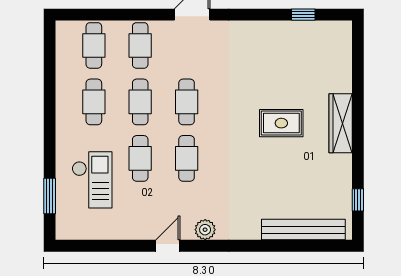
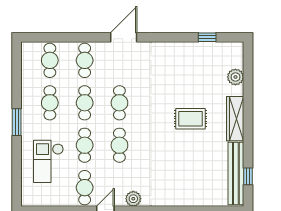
plant: (341, 68) -> (235, 77), added
checkout: (92, 180) -> (48, 161), turned 180
window: (50, 196) -> (17, 122), moved
cafe table: (140, 215) -> (85, 188), added
bench: (303, 230) -> (236, 174), moved, turned 90

